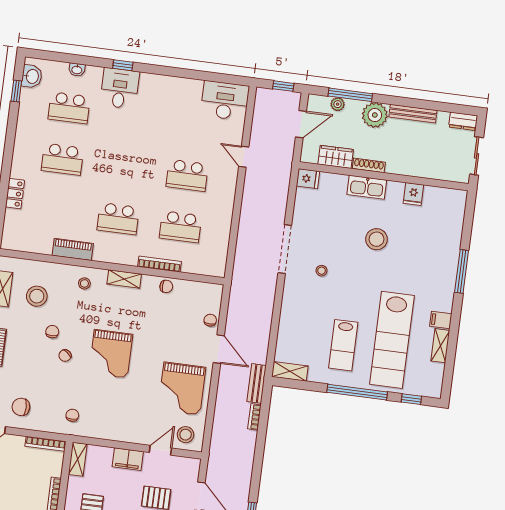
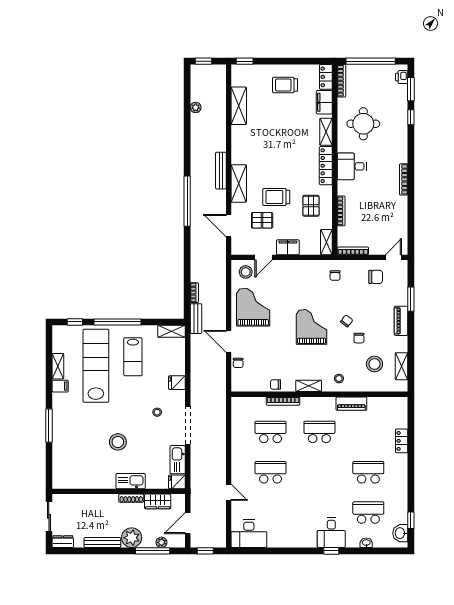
fridge: (413, 194) -> (177, 383), moved, turned -90
kitchen sink: (303, 207) -> (178, 460), added
lab bench: (343, 345) -> (133, 357), turned 180

